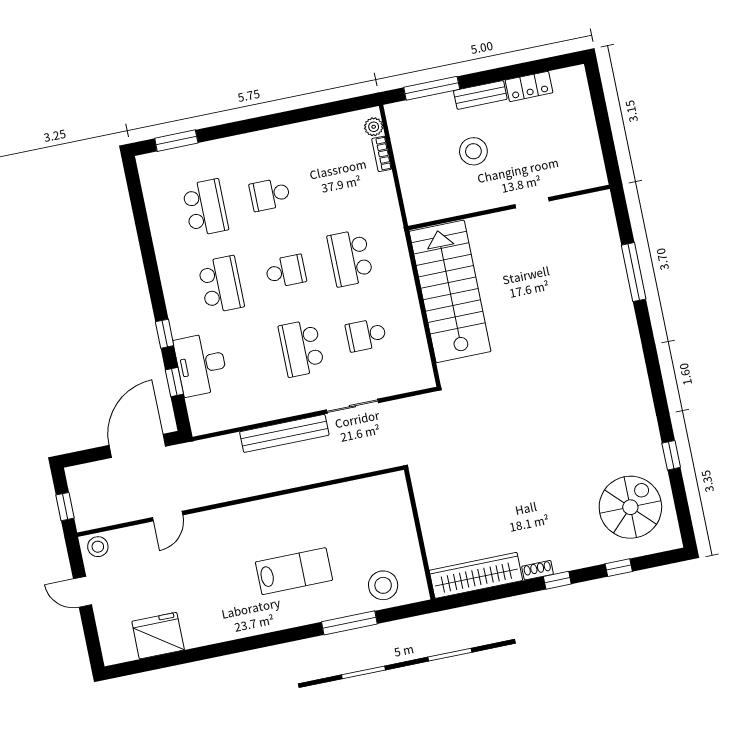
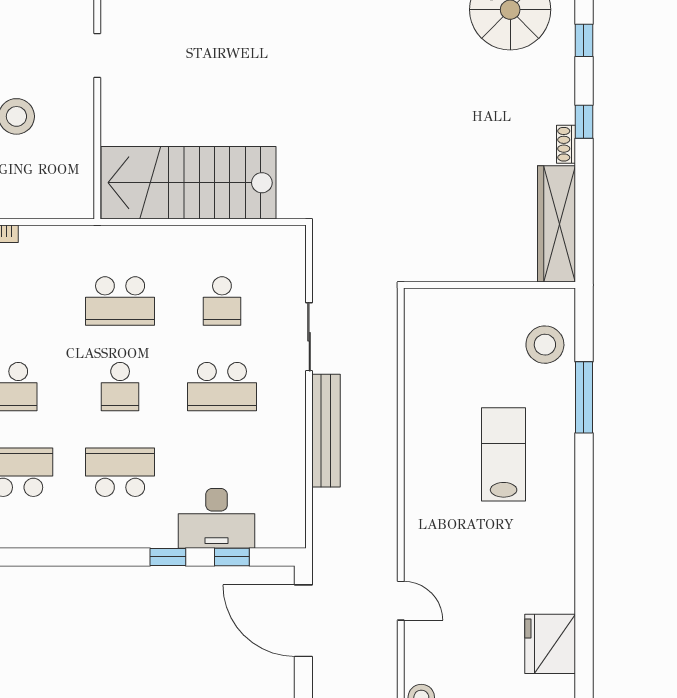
school desk: (286, 271) -> (120, 387), turned 180

